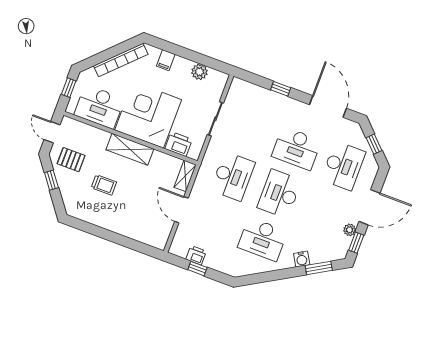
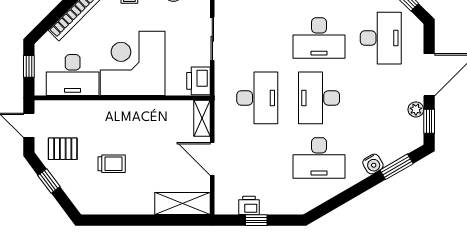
printer: (178, 144) -> (198, 81), moved, turned -90
shelving: (130, 149) -> (182, 204), moved

